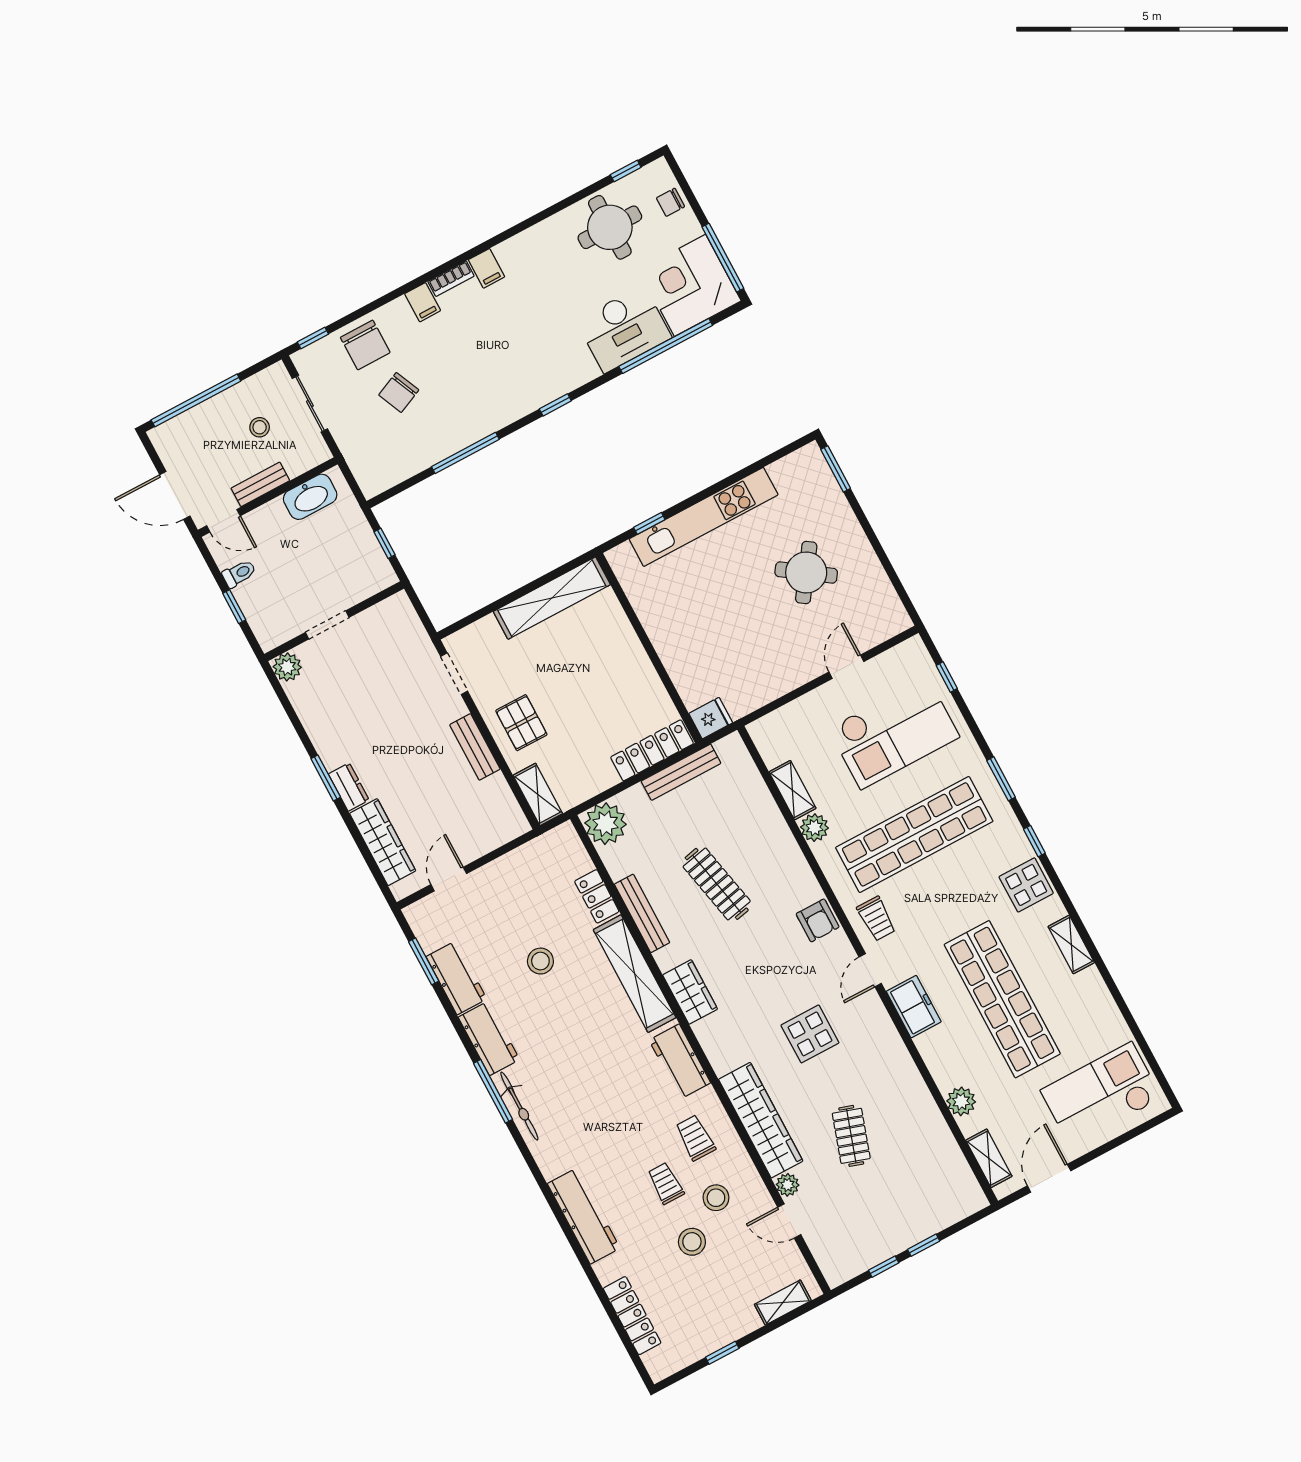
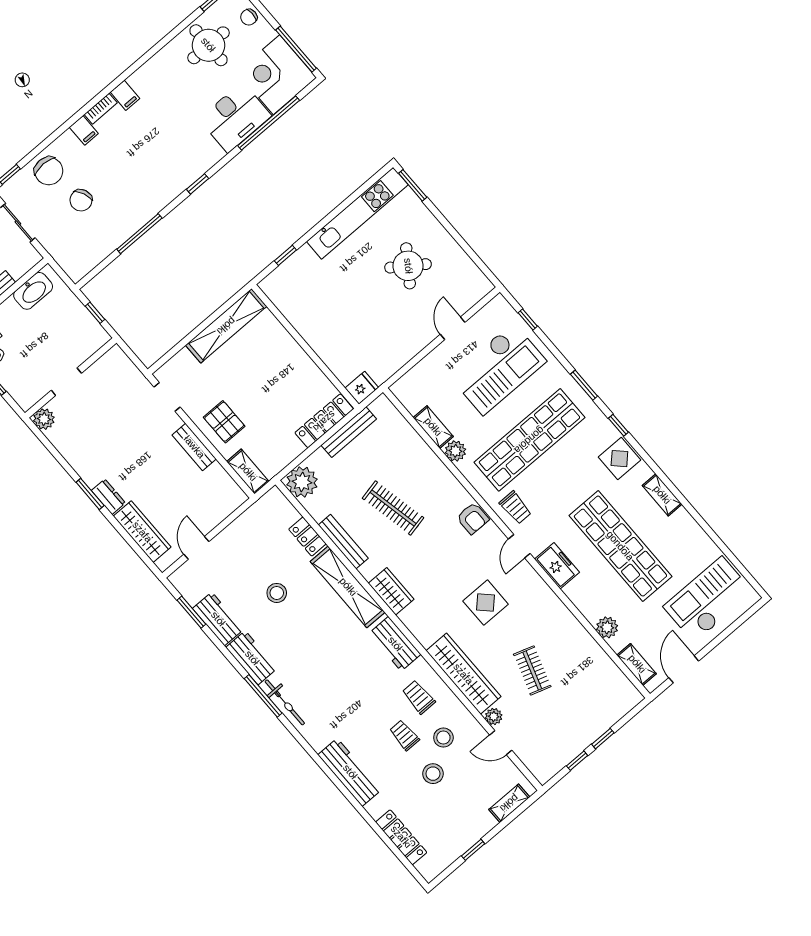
kitchen unit: (704, 517) -> (357, 213), moved

